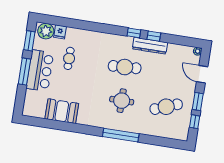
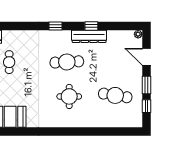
window: (134, 33) -> (56, 26), moved
cafe table: (166, 107) -> (115, 95), turned 30
window: (121, 135) -> (74, 131), removed

